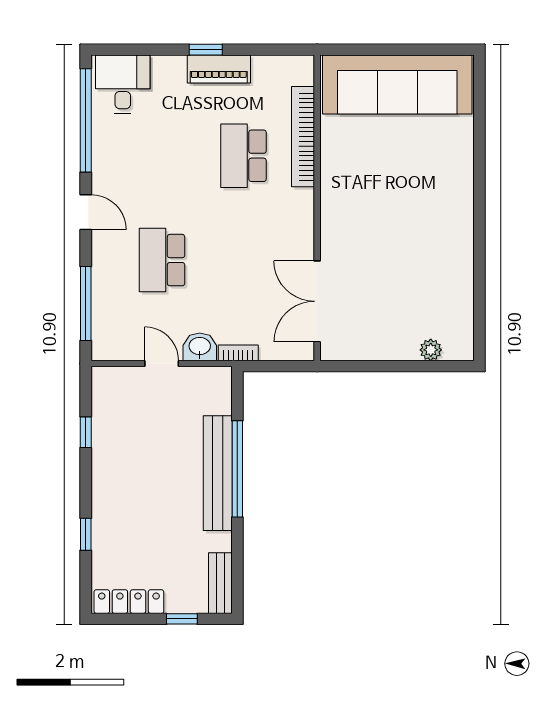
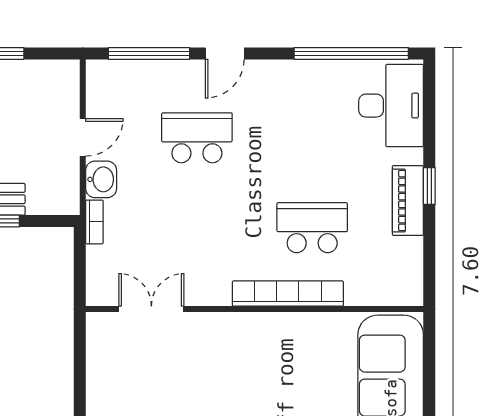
desk: (123, 84) -> (391, 106), width x1.37
bookcase: (303, 137) -> (288, 294), moved
door: (86, 212) -> (225, 53), moved
double door: (317, 301) -> (151, 309), width x0.73

